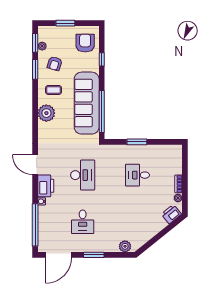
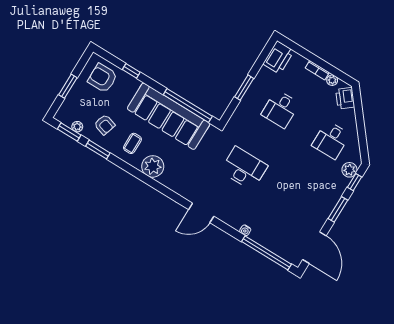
printer: (46, 186) -> (278, 57), moved, turned 90
desk: (83, 222) -> (331, 140), moved, turned 90
window: (119, 255) -> (355, 182), added

